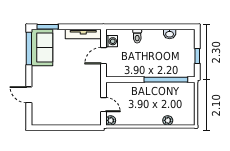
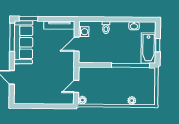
sofa: (42, 47) -> (23, 42), width x1.36
bathtub: (186, 60) -> (148, 48), added
door: (103, 105) -> (76, 86), swing flipped

